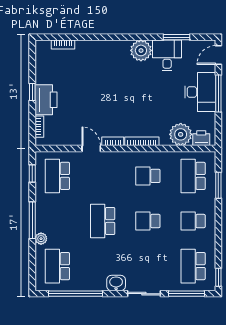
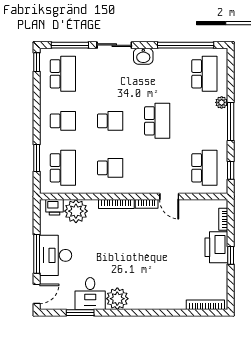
bookcase: (63, 45) -> (205, 305), width x1.56

